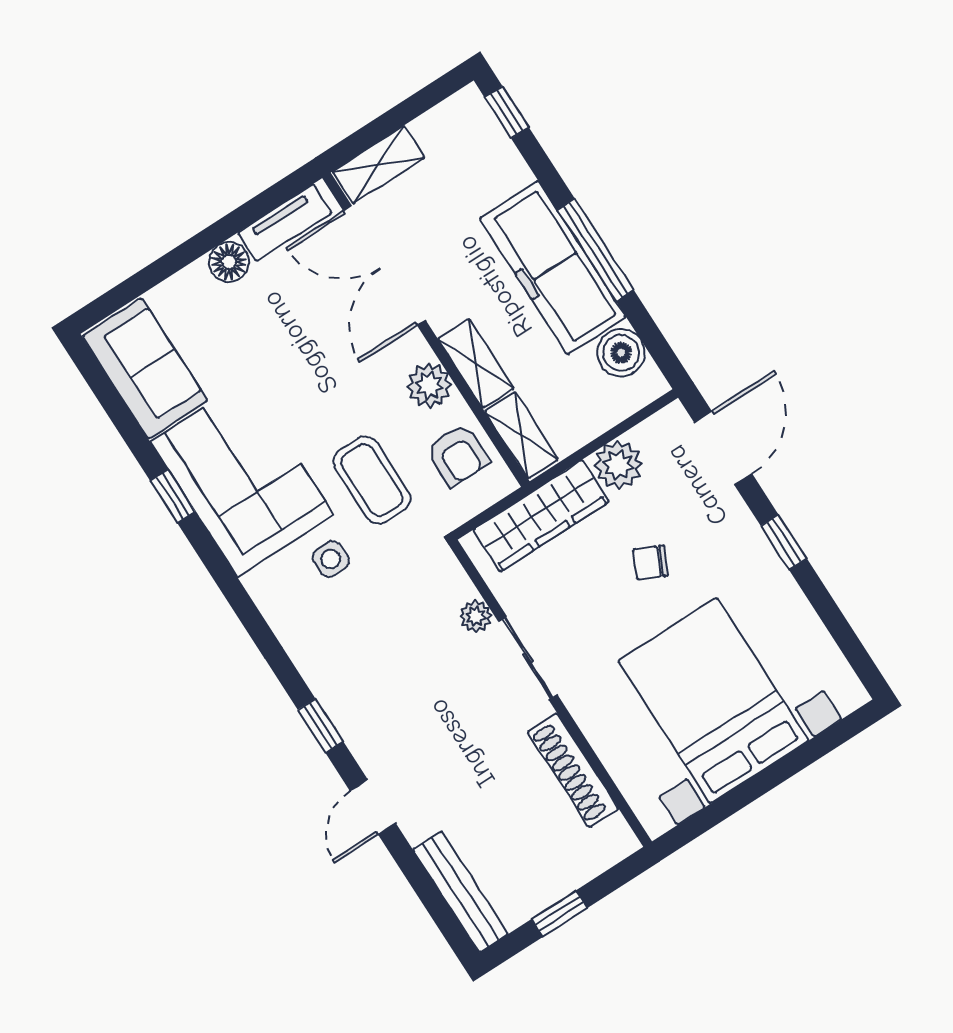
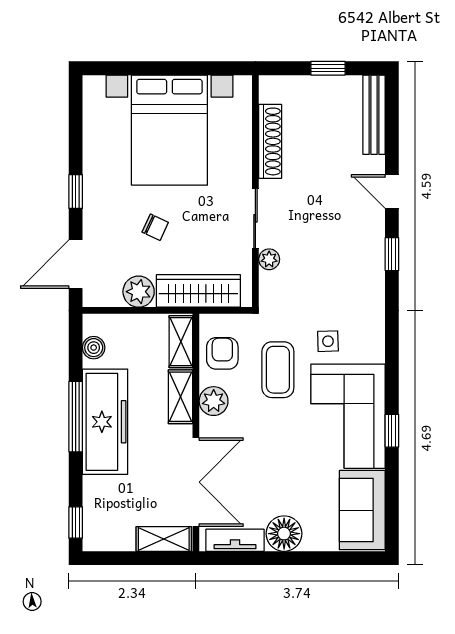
floor lamp: (229, 262) -> (284, 534), width x1.38, depth x1.38
boiler: (621, 353) -> (94, 348), width x0.73, depth x0.73
door: (373, 807) -> (392, 192), swing flipped

